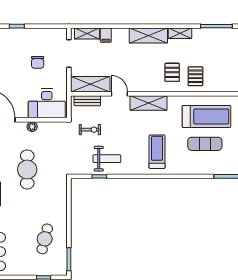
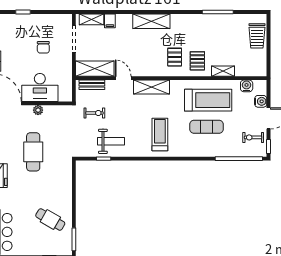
shelving: (180, 33) -> (223, 71), moved
desk: (47, 103) -> (40, 87), moved
cafe table: (45, 239) -> (50, 220), turned -74

